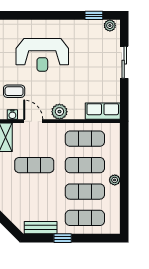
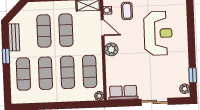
reception desk: (42, 55) -> (158, 33), turned 180
row of seats: (103, 111) -> (123, 93), moved, turned -90
door: (33, 121) -> (103, 28), hinge flipped
plant: (115, 180) -> (99, 96), moved
exercise mat: (34, 192) -> (44, 31), added

